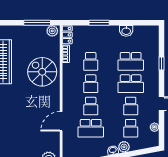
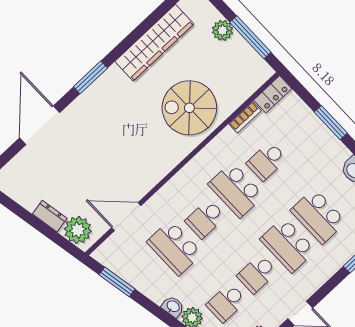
plant: (52, 31) -> (222, 30), moved
spiral stairs: (42, 72) -> (189, 108), turned -90
school desk: (91, 84) -> (236, 190), width x1.85
door: (61, 121) -> (126, 217), moved

